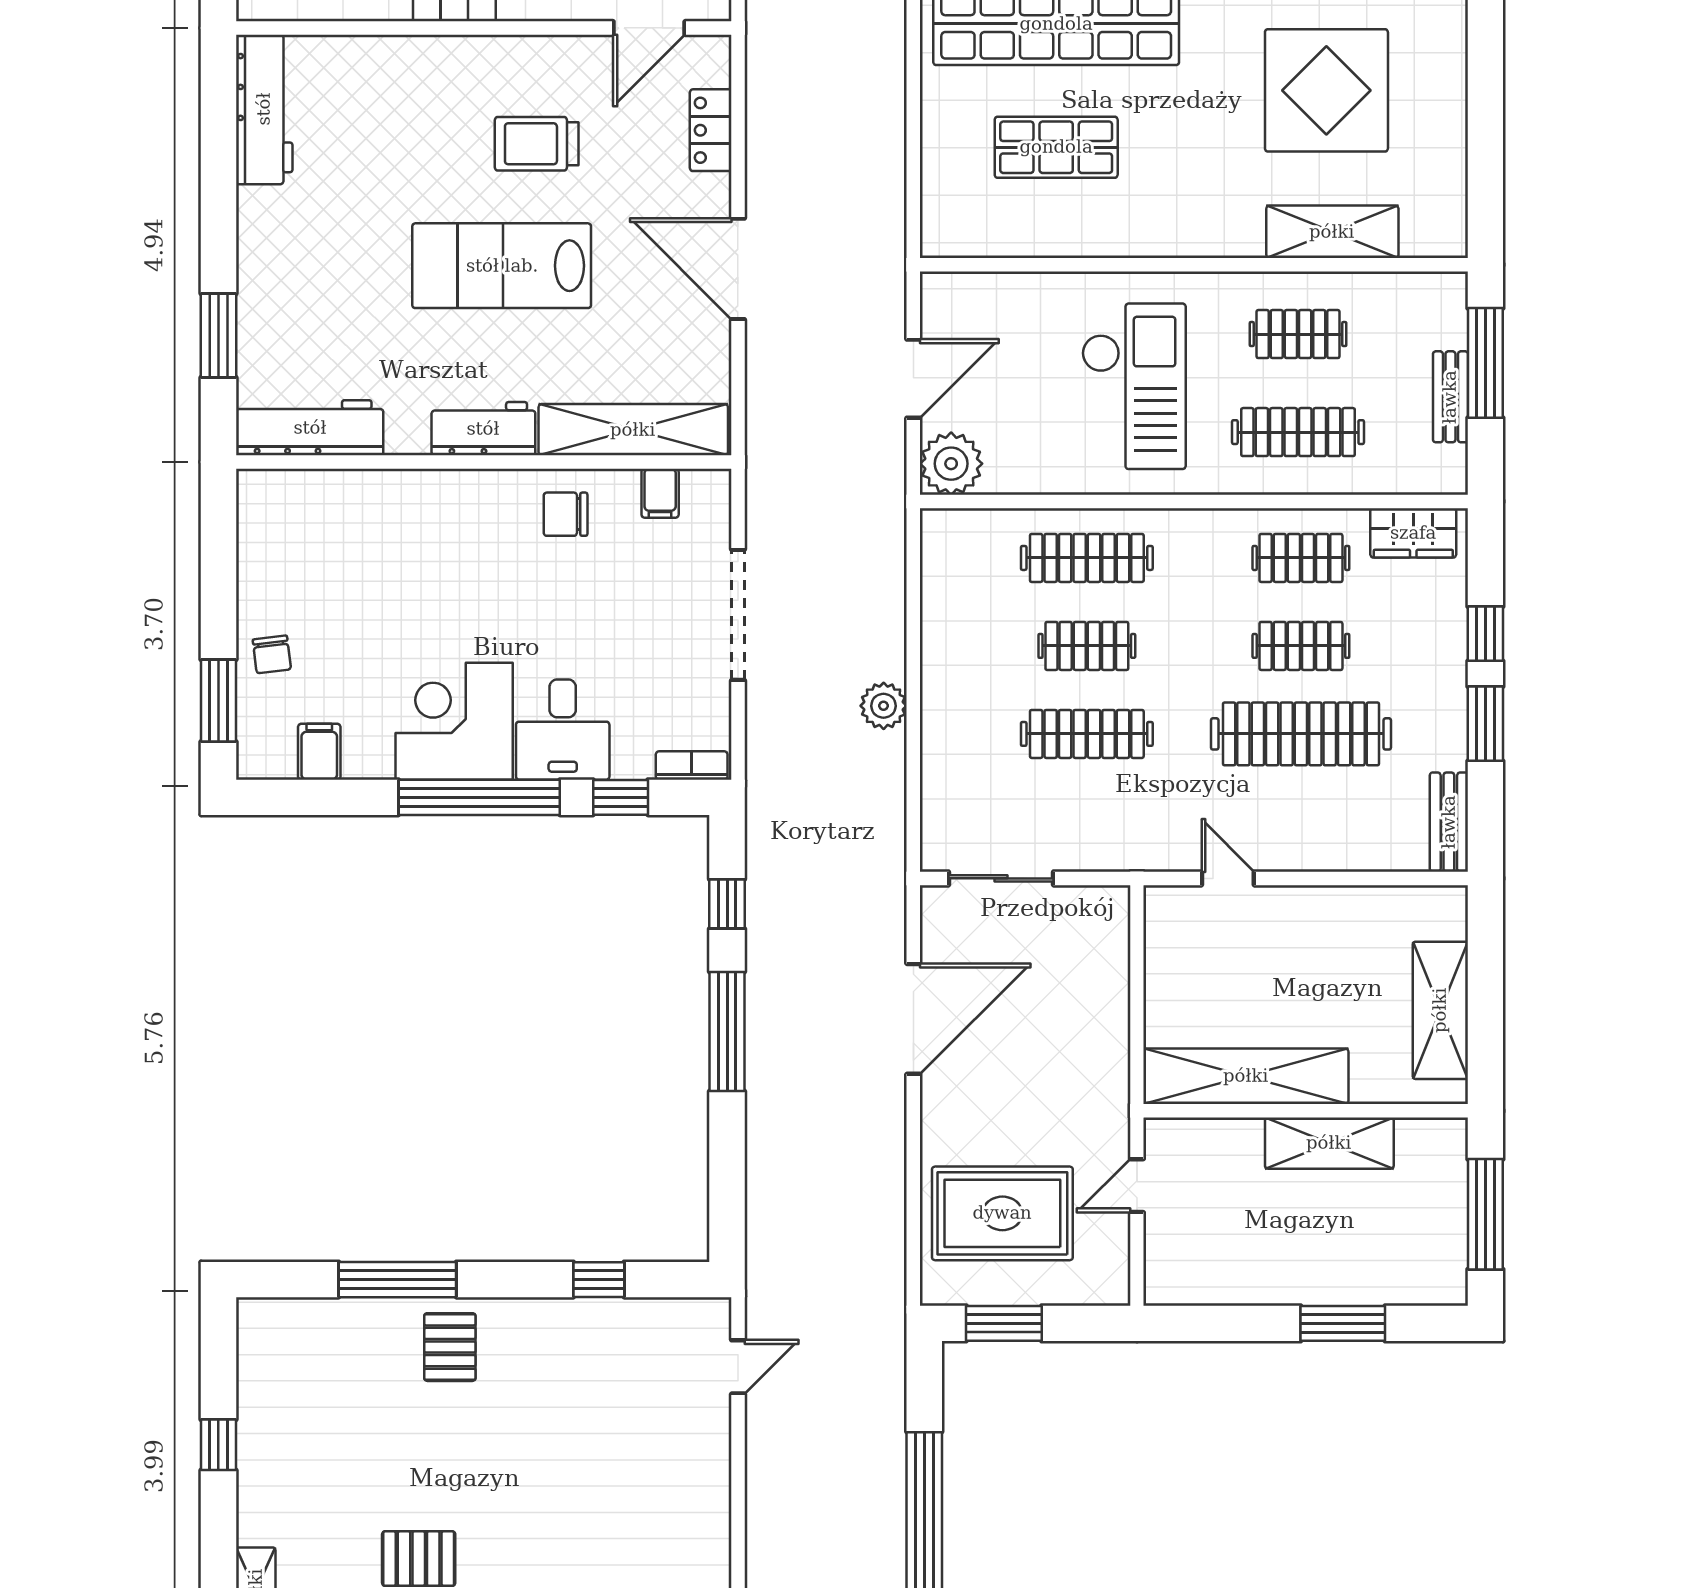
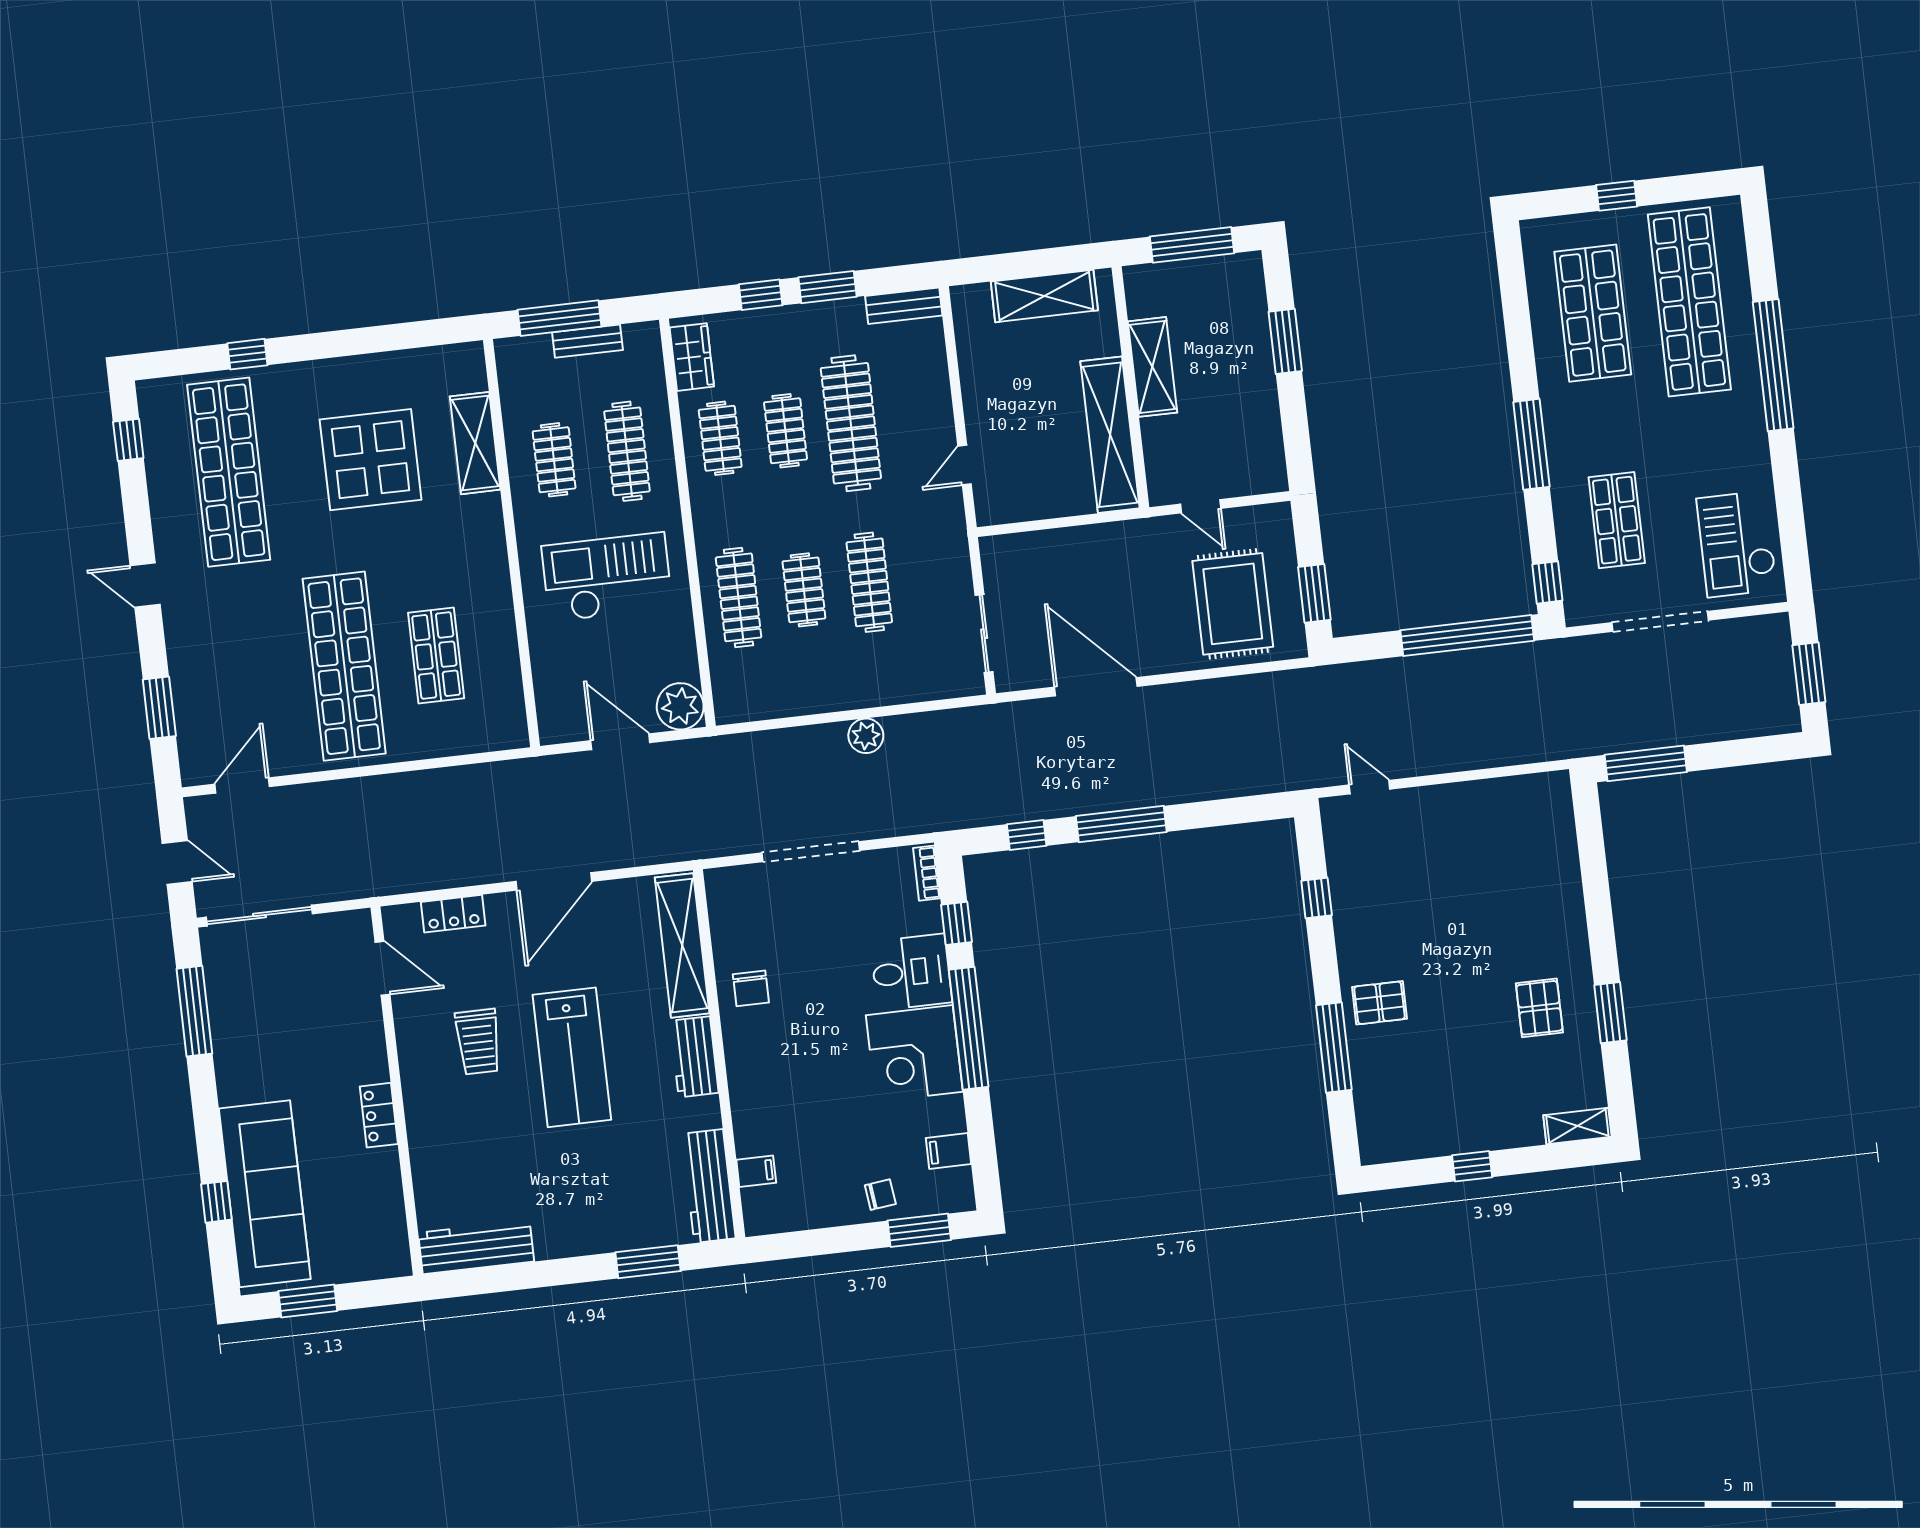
filing cabinet: (660, 493) -> (756, 1171), moved

